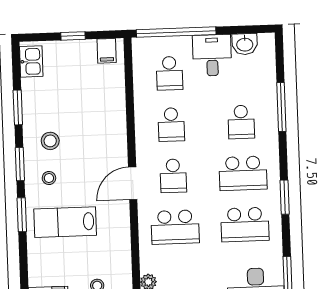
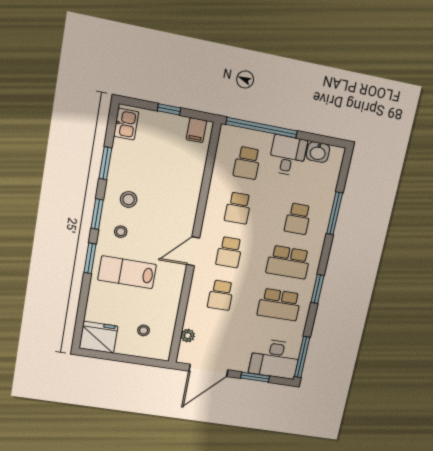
school desk: (175, 227) -> (221, 295), width x0.54

